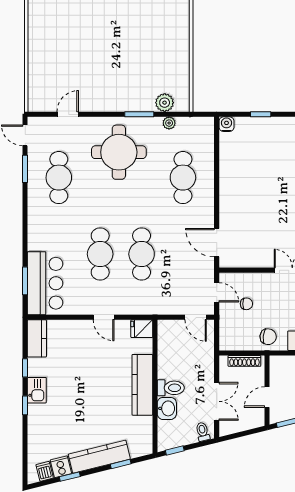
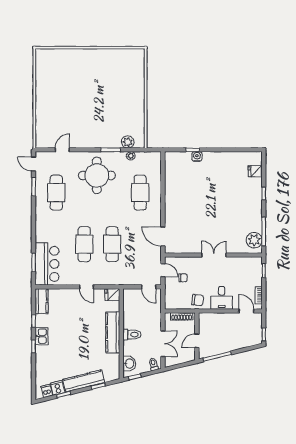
water cooler: (227, 124) -> (197, 156), moved
washbasin: (167, 408) -> (129, 364), moved

